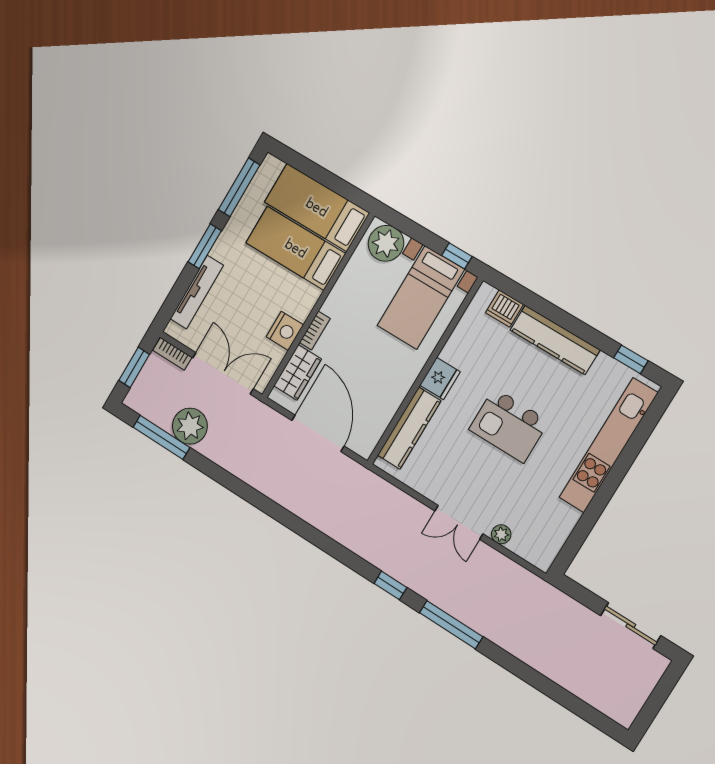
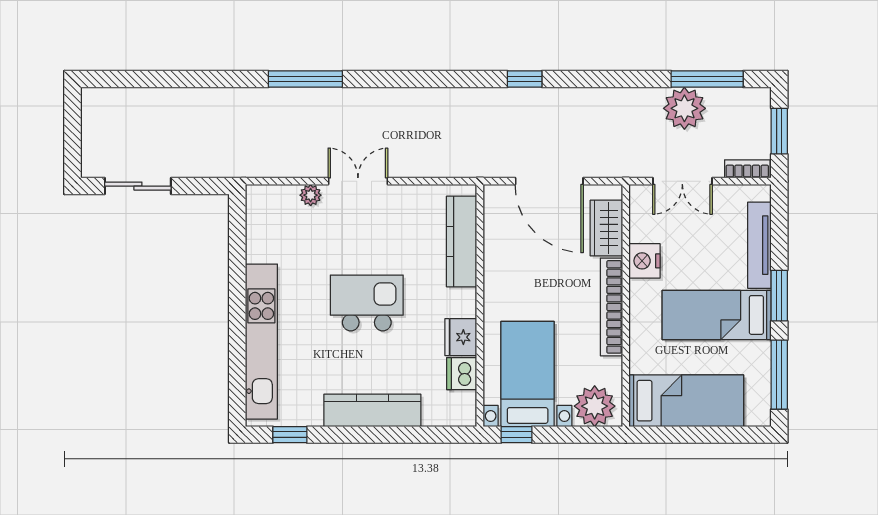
bed: (296, 248) -> (717, 315), moved, turned 180
dishwasher: (505, 308) -> (462, 374), moved, turned -90
bookcase: (315, 331) -> (611, 307), width x2.31, depth x1.31
double door: (223, 373) -> (682, 181), width x0.73
fridge: (440, 378) -> (461, 337), moved
window: (390, 585) -> (525, 79), moved

